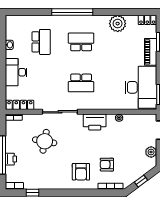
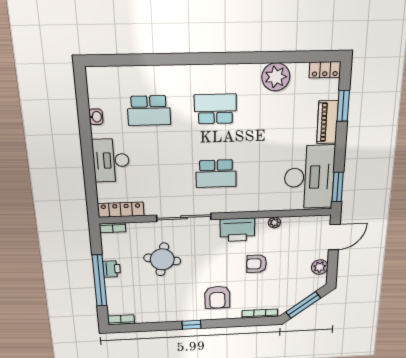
window: (72, 12) -> (200, 59), removed
school desk: (41, 42) -> (149, 111), turned 90
printer: (11, 159) -> (112, 269), moved
armchair: (107, 165) -> (257, 264), moved
window: (141, 181) -> (303, 305), width x2.17
window: (32, 193) -> (192, 325), moved

